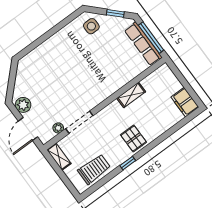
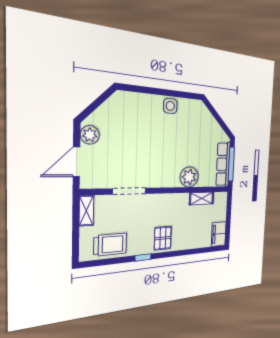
window: (115, 13) -> (221, 123), removed
side table: (91, 26) -> (170, 106), moved
shelving: (131, 95) -> (202, 198), moved
plant: (58, 128) -> (189, 177), moved, width x1.88, depth x1.88

